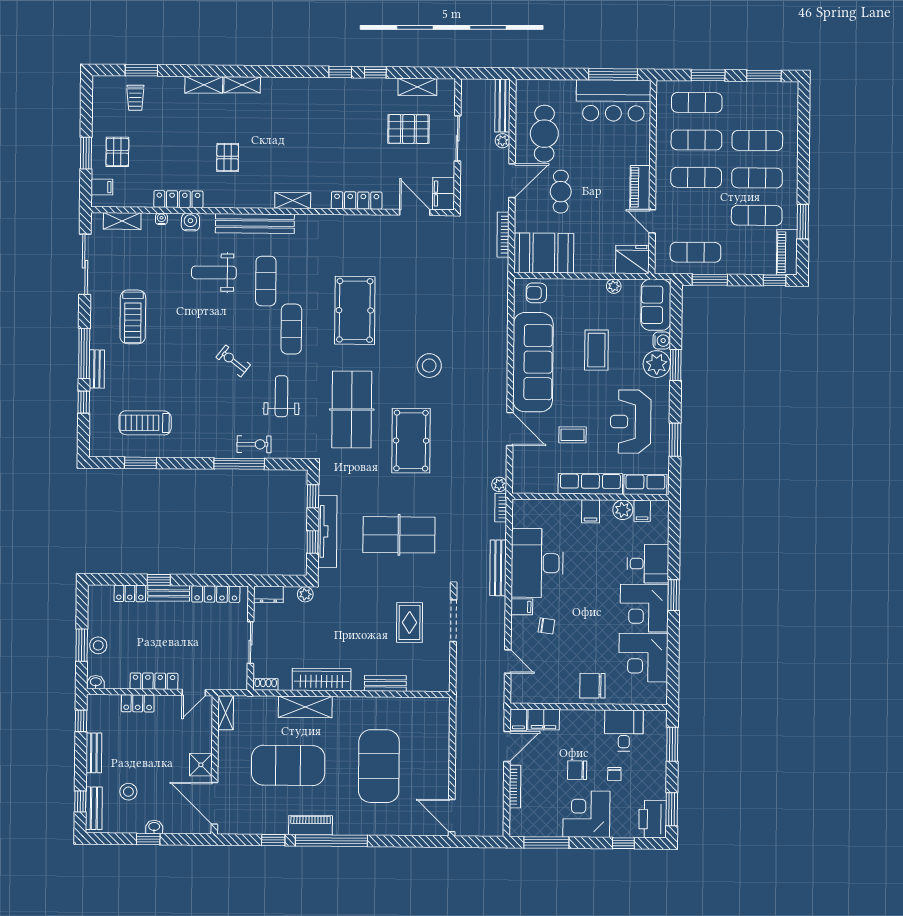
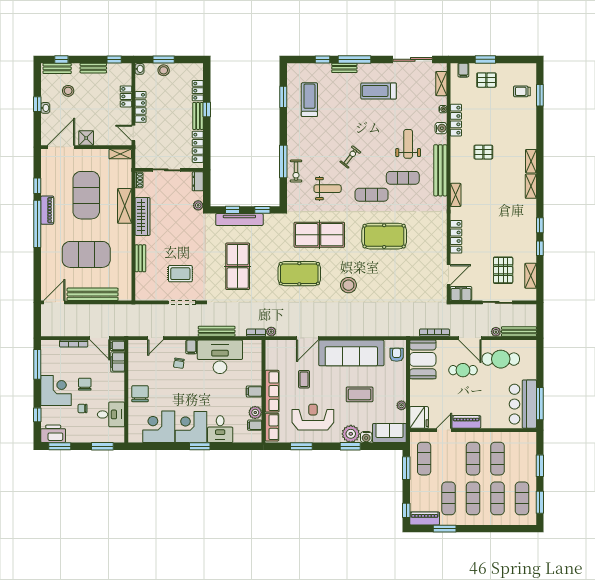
shelving: (204, 85) -> (531, 186), moved
exercise mat: (697, 103) -> (522, 498), moved
bench: (440, 757) -> (93, 294), added

